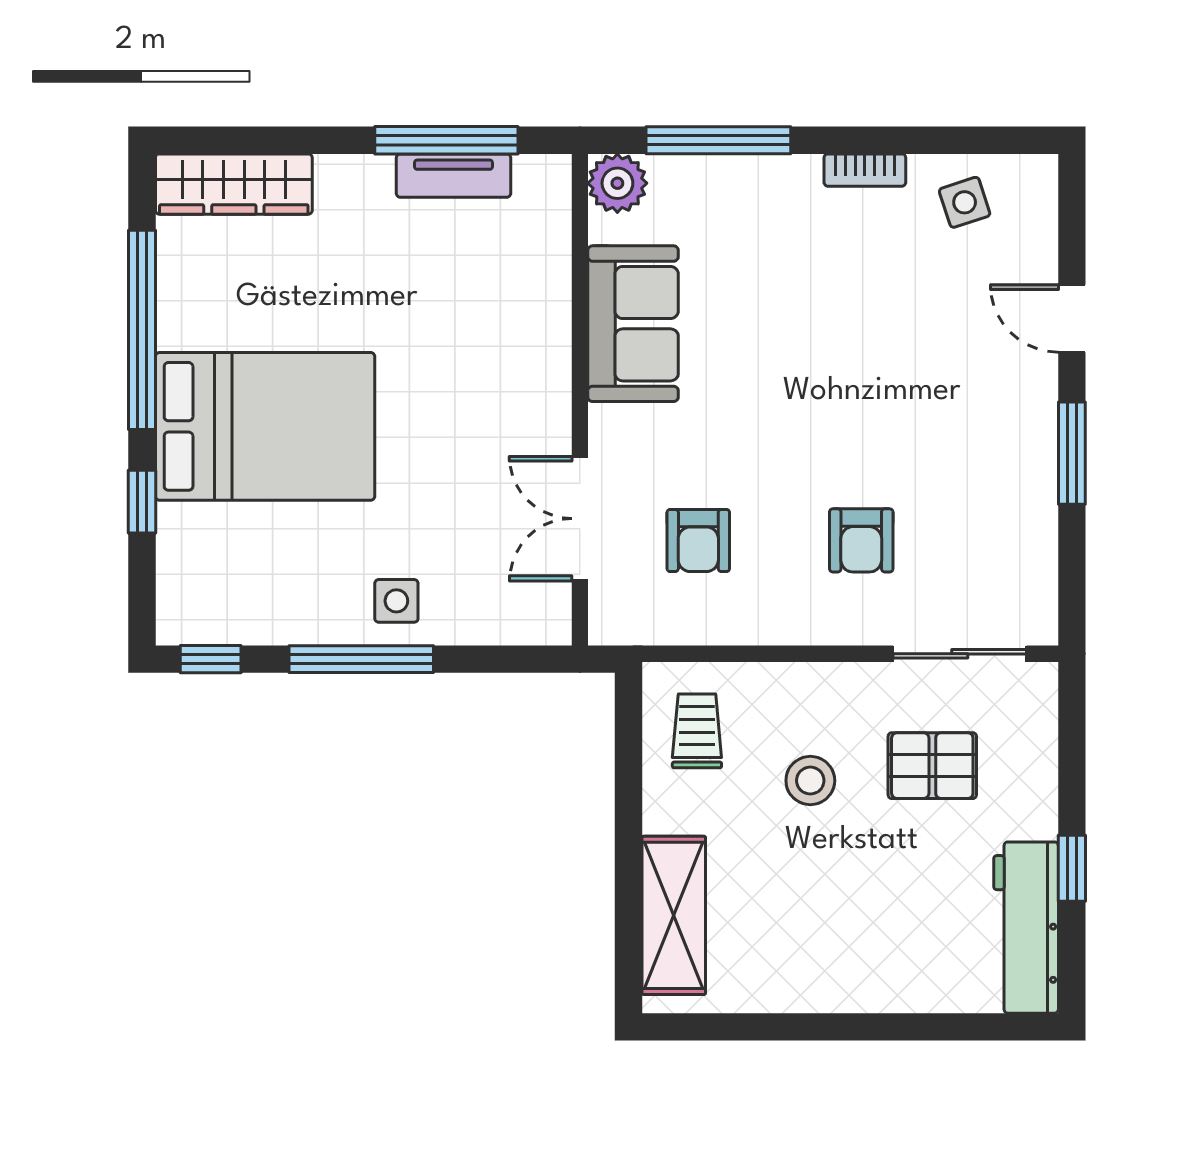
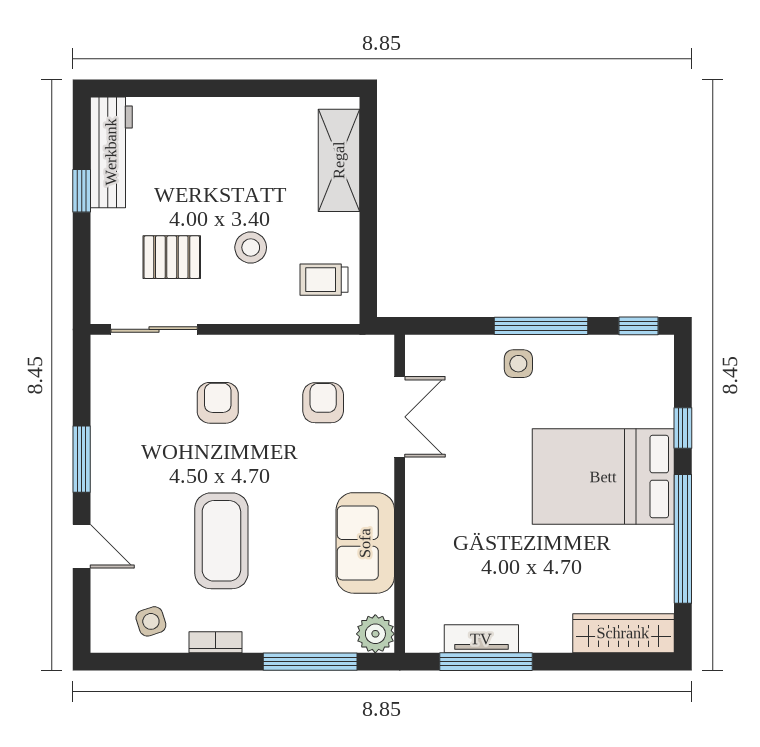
coffee table: (856, 327) -> (221, 541), added
trolley: (697, 731) -> (324, 280), turned 90

